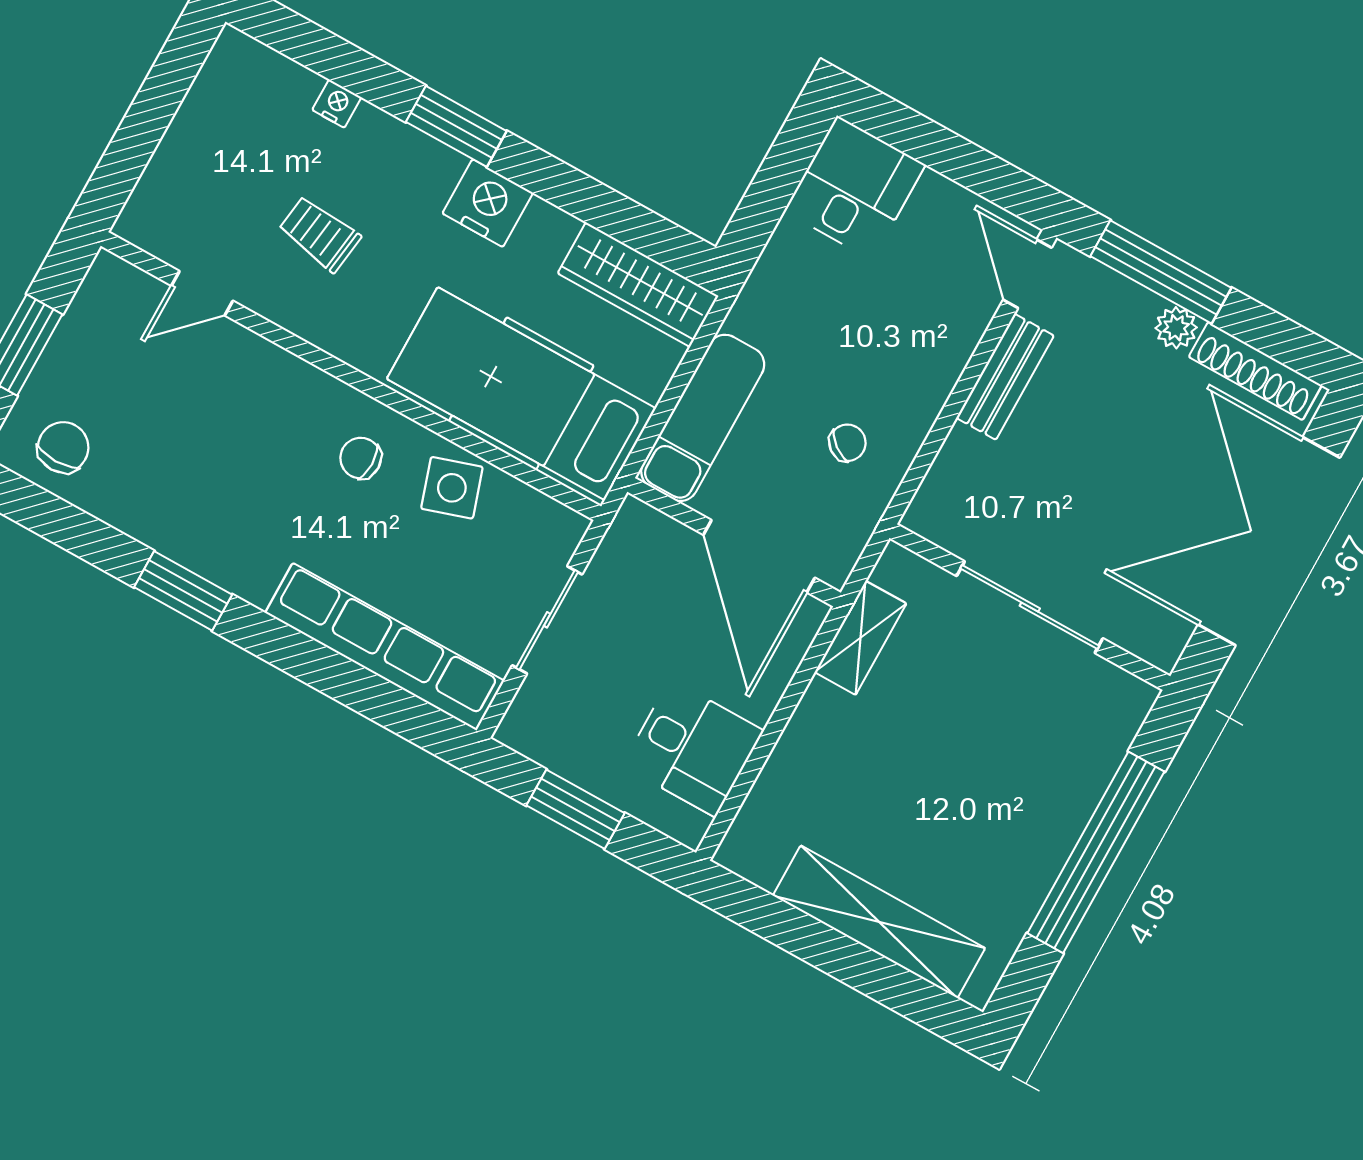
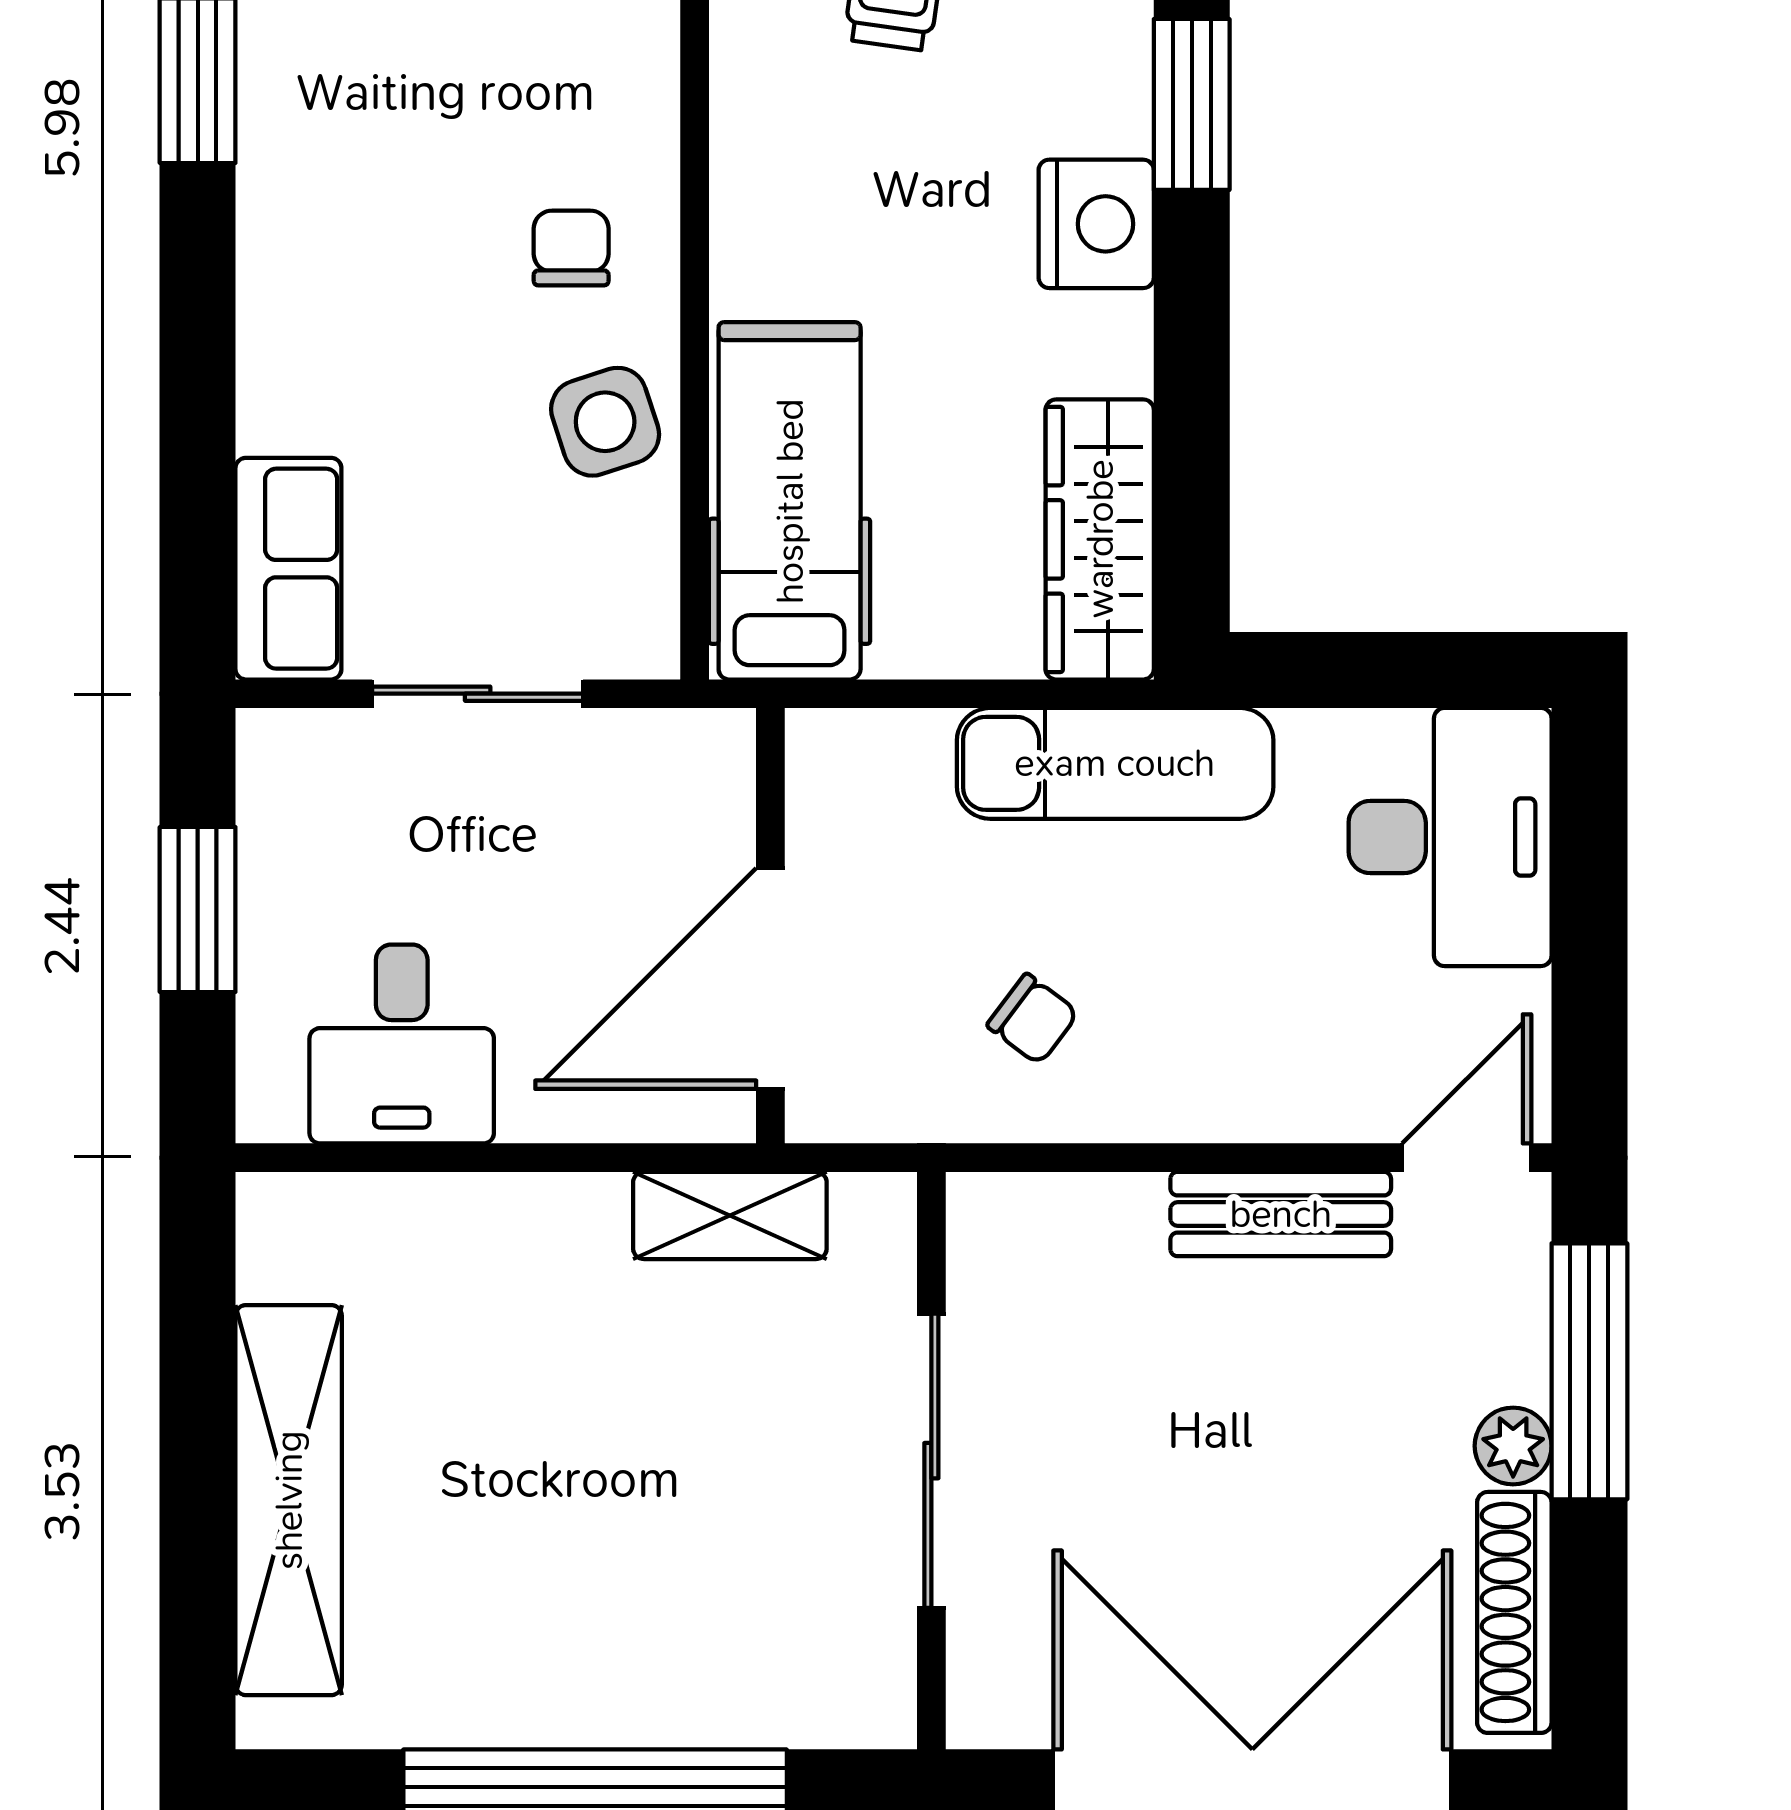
desk: (855, 188) -> (1450, 837), width x1.37
hospital bed: (521, 394) -> (790, 501), width x0.73, depth x0.78
exam couch: (703, 418) -> (1115, 763), moved
row of seats: (385, 647) -> (288, 569), width x0.50

